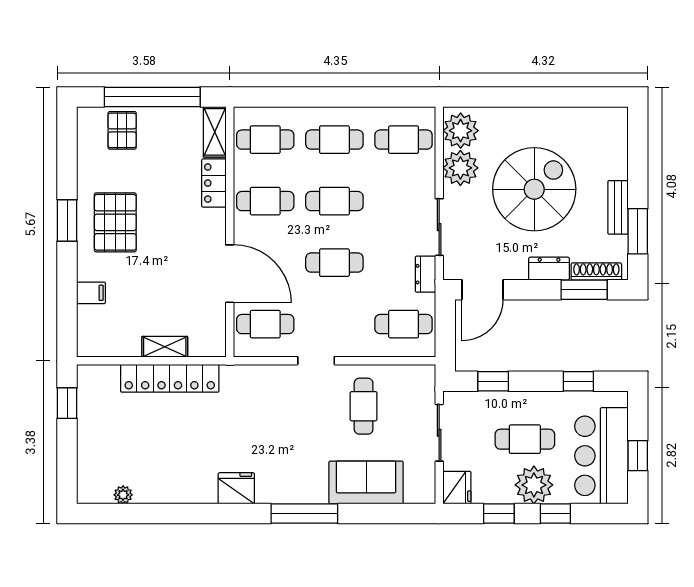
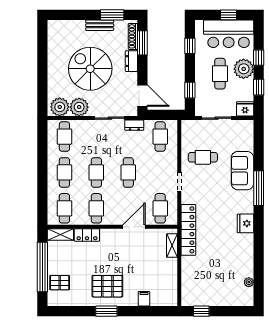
door: (230, 274) -> (134, 227), width x0.73
shelving: (165, 347) -> (172, 246), moved
locker: (170, 378) -> (188, 230), moved
sofa: (366, 483) -> (242, 171), moved

